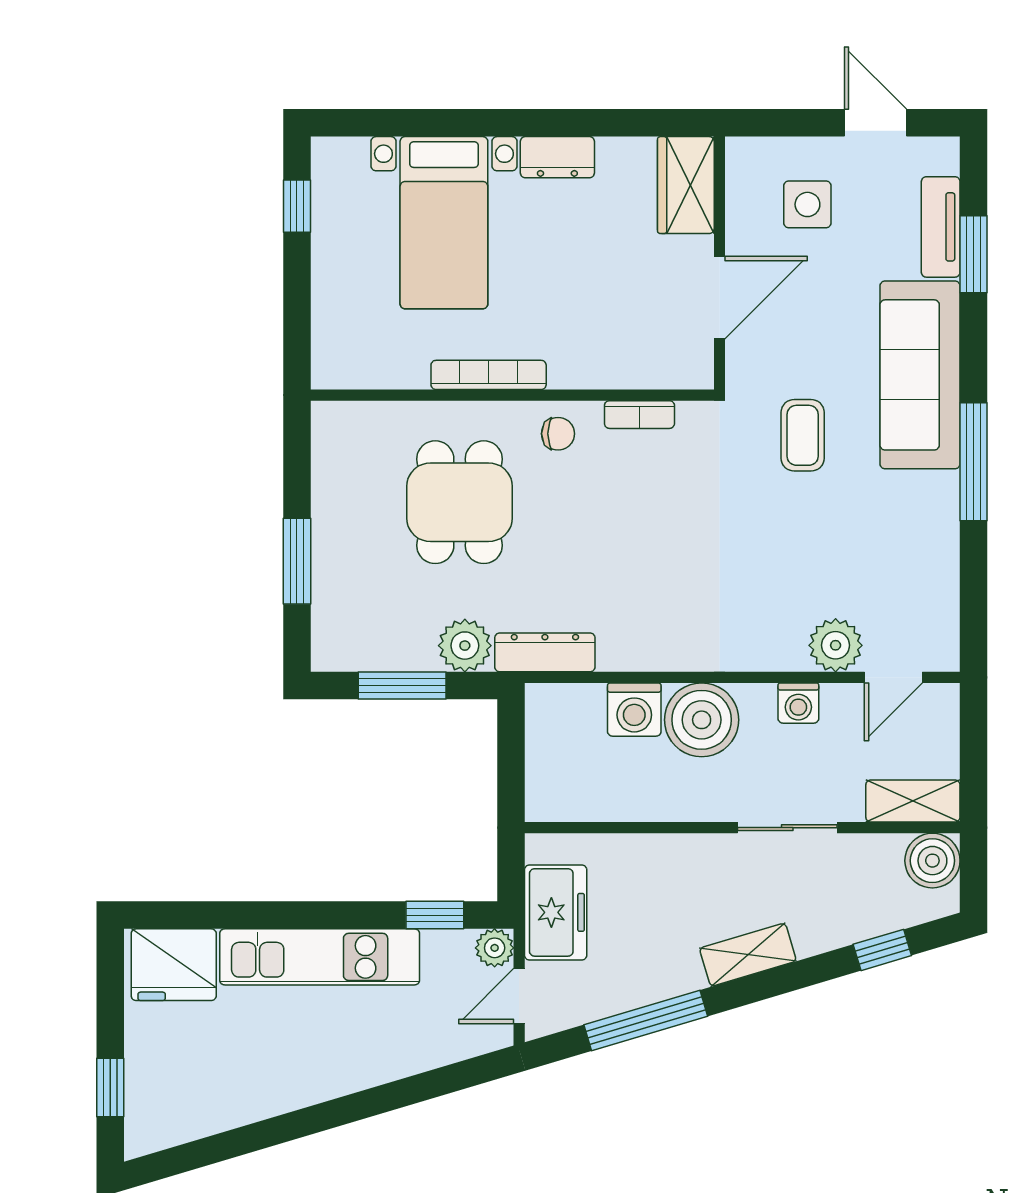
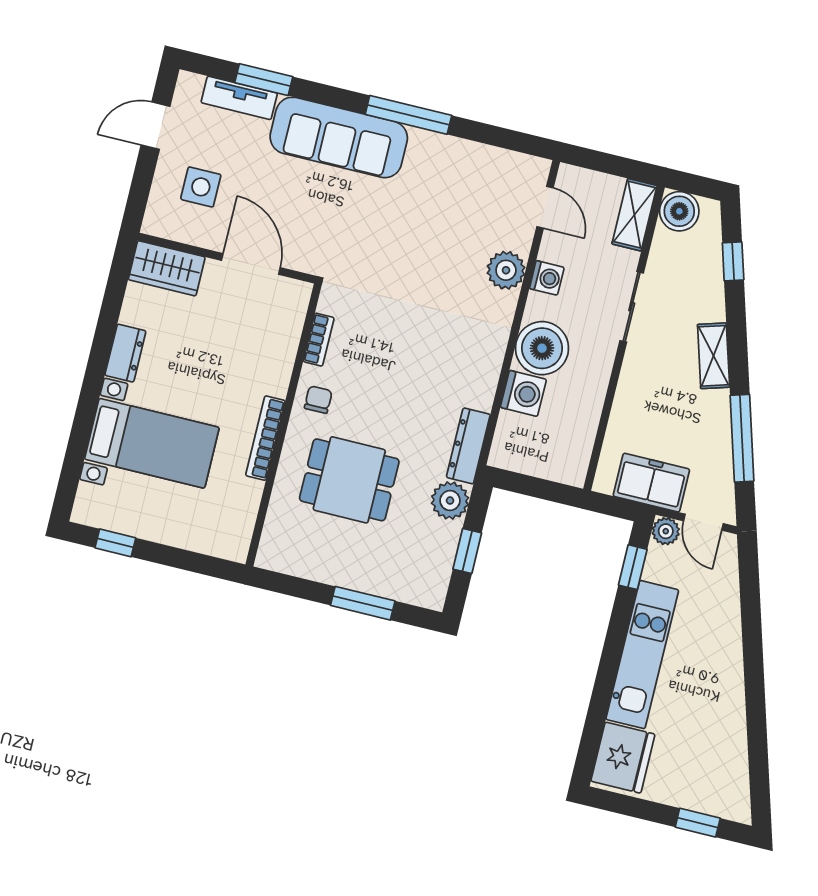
coffee table: (803, 435) -> (361, 229), removed
plant: (836, 645) -> (506, 270), moved
window: (402, 686) -> (467, 551), width x0.67

